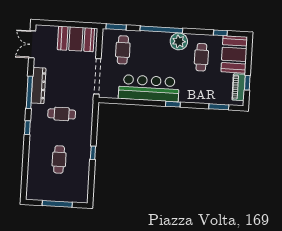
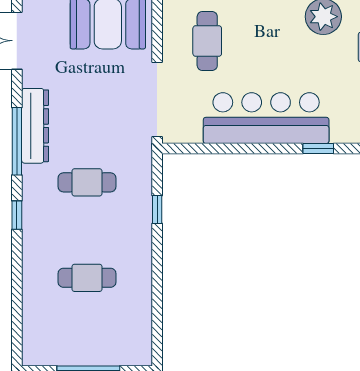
window: (93, 153) -> (157, 209), moved
cafe table: (59, 159) -> (87, 278), turned 90

